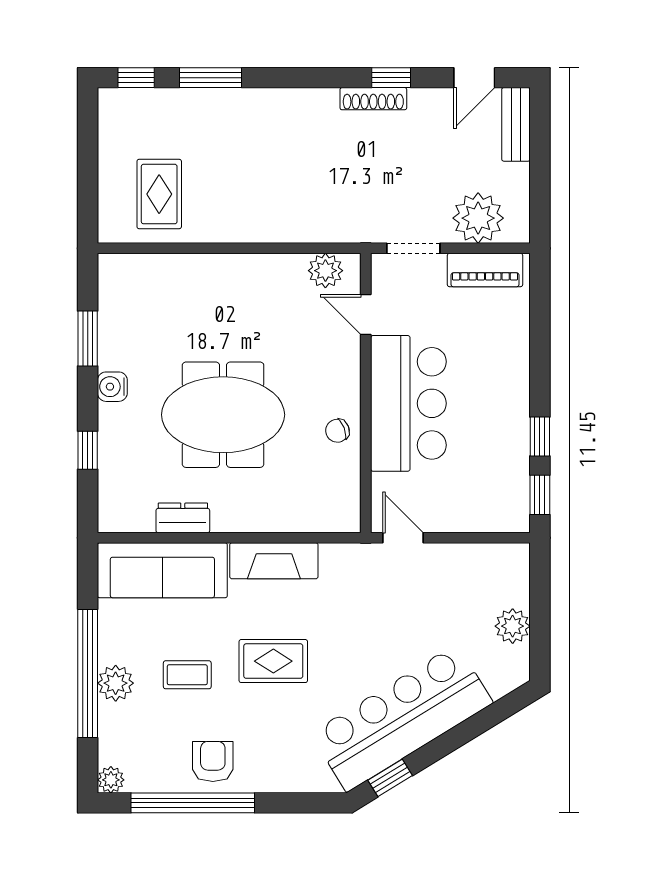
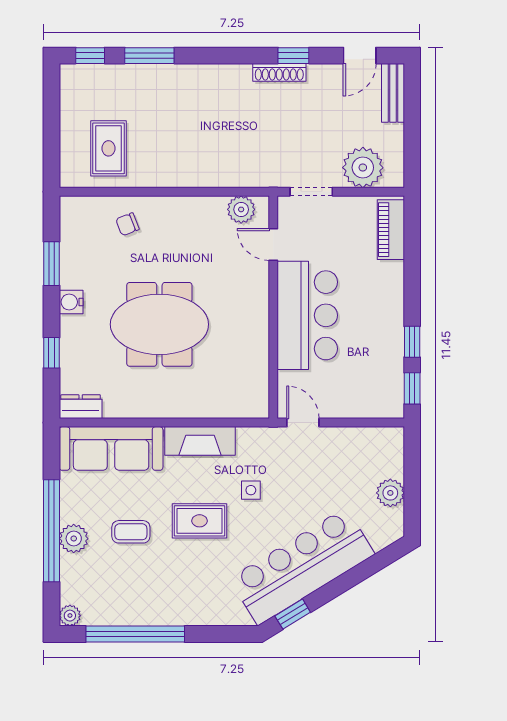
piano: (485, 270) -> (391, 230), moved, turned 90
chair: (337, 431) -> (127, 224), moved
dresser: (183, 518) -> (81, 407), moved
side table: (338, 623) -> (251, 490), added
armchair: (213, 761) -> (151, 601), removed

